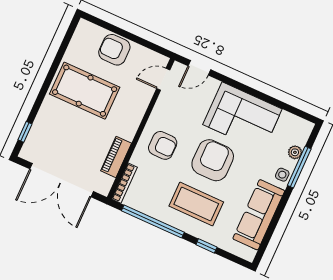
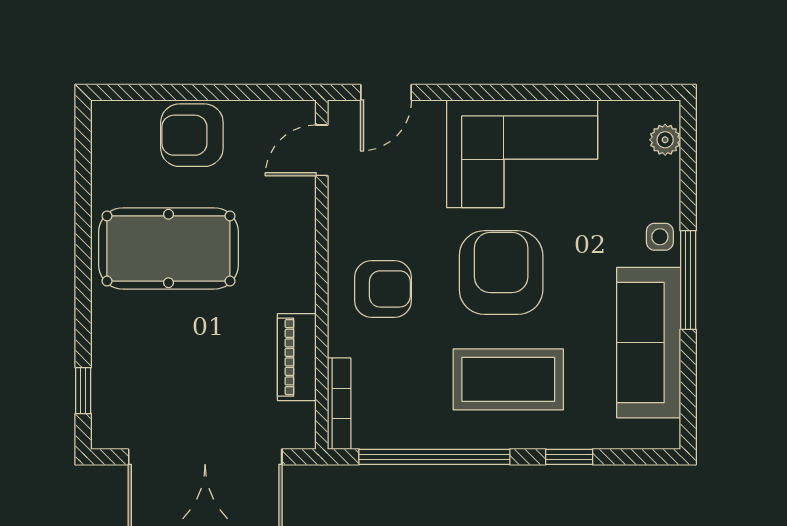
plant: (295, 152) -> (665, 140), moved
window: (299, 167) -> (688, 280), moved

